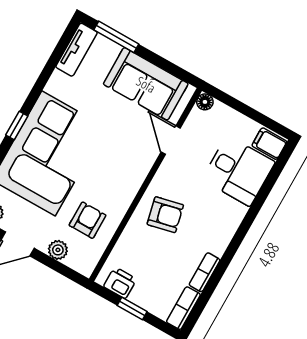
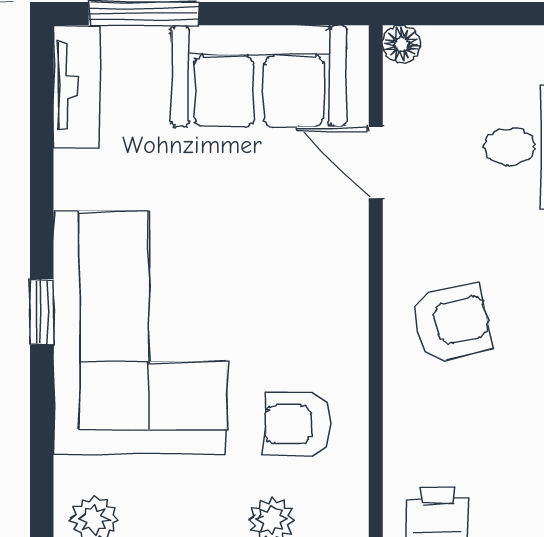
armchair: (87, 220) -> (298, 424), turned -90

